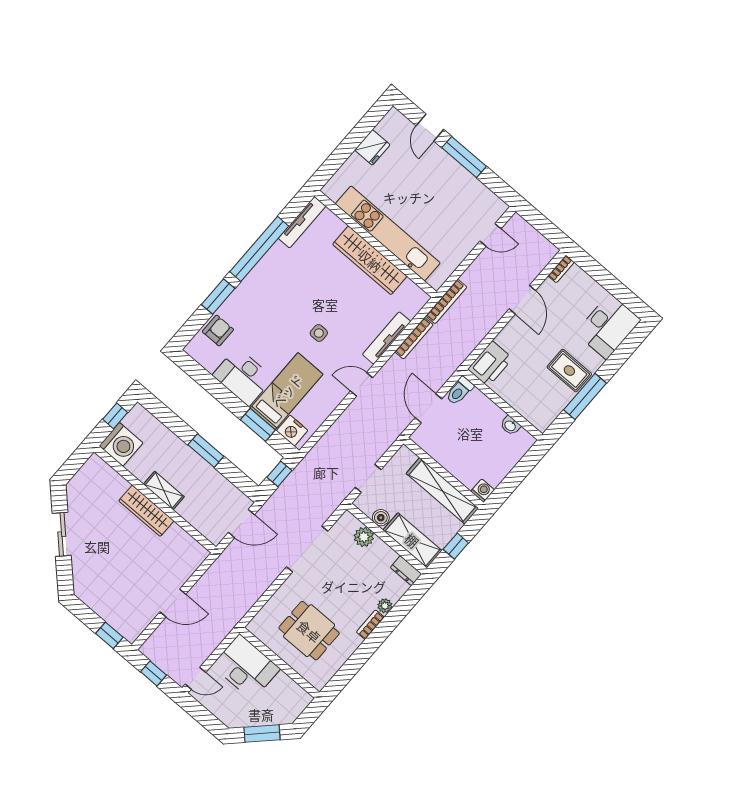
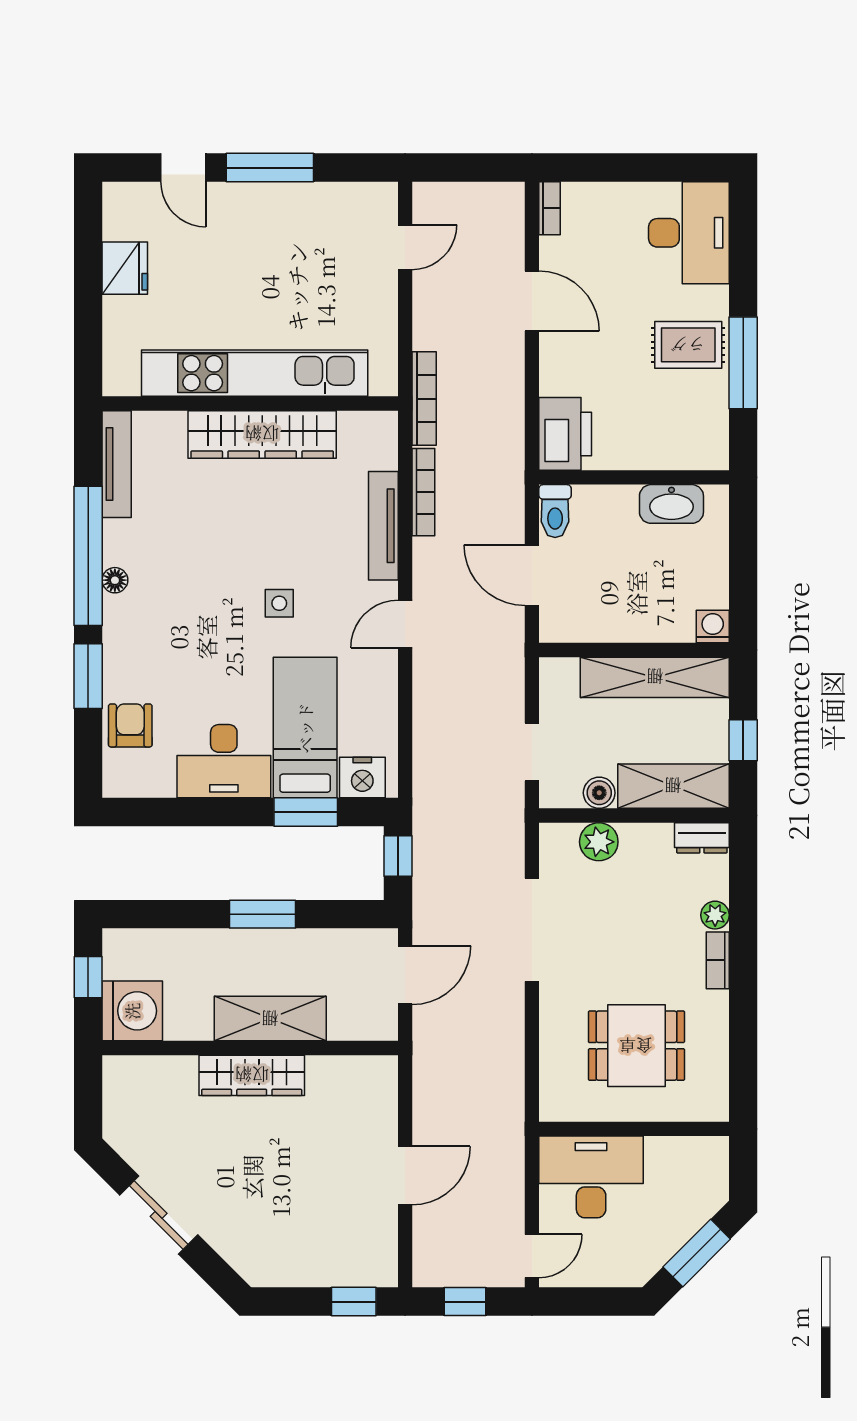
floor lamp: (262, 268) -> (115, 580), added
washbasin: (510, 426) -> (671, 504), width x1.91, depth x1.45
shelving: (164, 490) -> (270, 1019), width x1.50, depth x1.33

